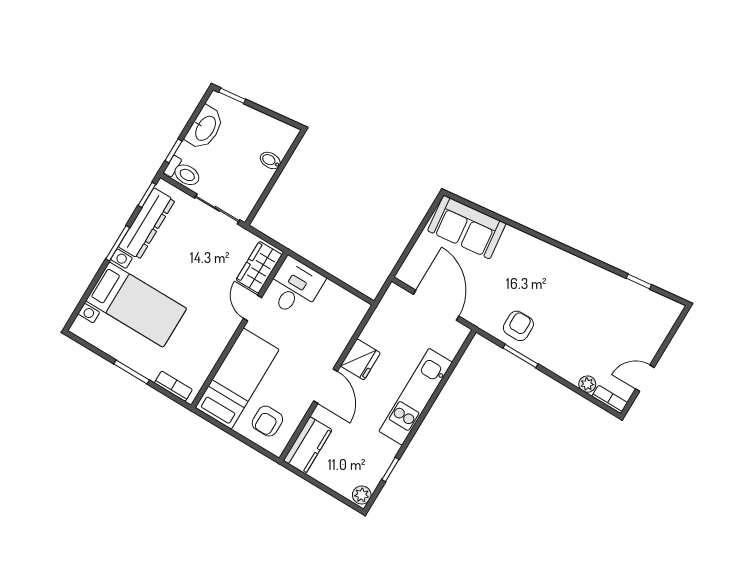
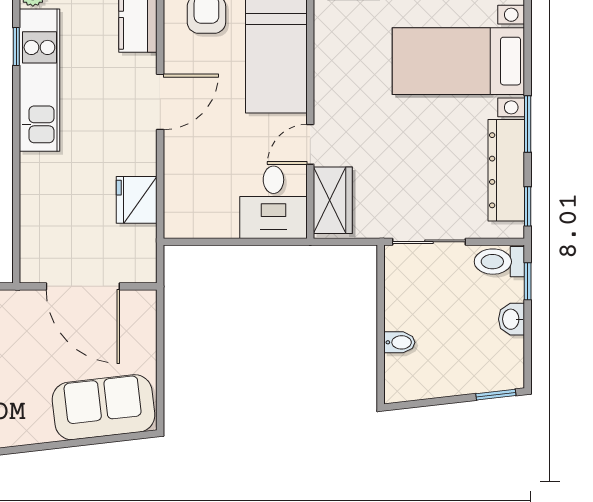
washbasin: (205, 128) -> (511, 319), width x0.52, depth x0.69
door: (253, 308) -> (310, 144), swing flipped
fridge: (360, 359) -> (137, 200), moved
door: (326, 386) -> (160, 102), swing flipped
kitchen unit: (416, 397) -> (39, 80), moved

